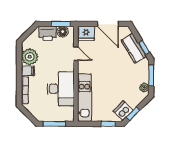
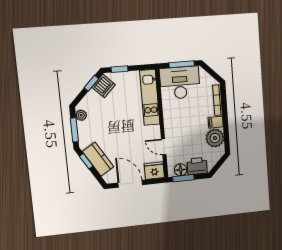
desk: (61, 89) -> (180, 83), moved, turned 90

